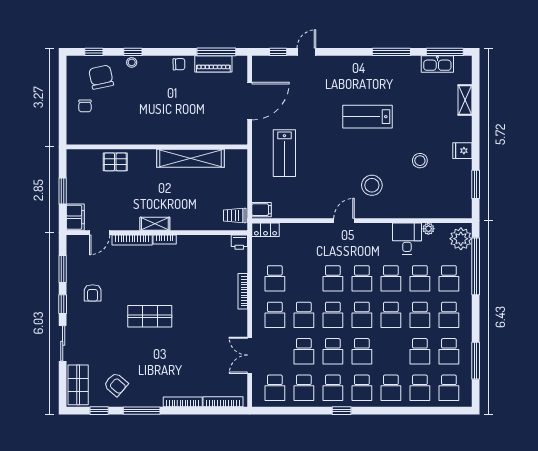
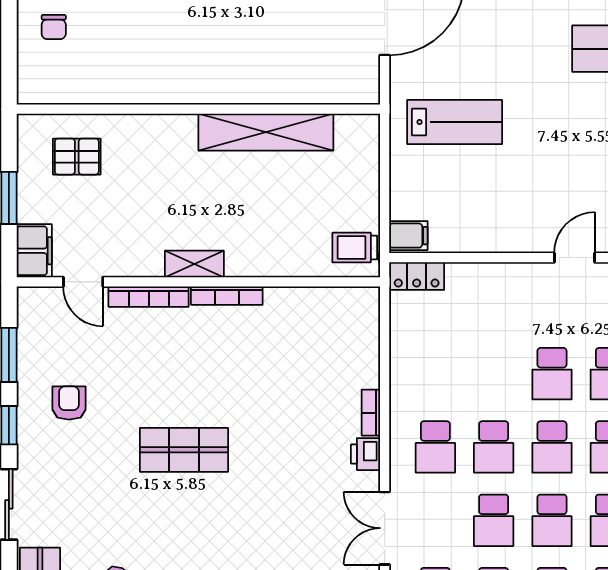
lab bench: (284, 153) -> (455, 122), turned -90
pallet: (115, 162) -> (77, 157), moved
door: (100, 233) -> (83, 282), hinge flipped
bookcase: (165, 240) -> (227, 296), width x1.56
printer: (239, 242) -> (366, 454), moved, turned 90
school desk: (275, 278) -> (435, 374), removed
bookcase: (243, 291) -> (371, 413), width x0.64
armchair: (93, 293) -> (69, 403), turned 180

